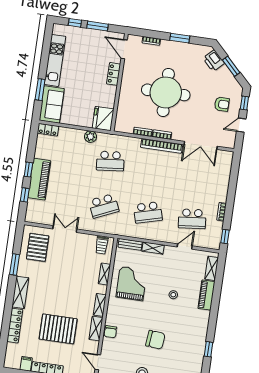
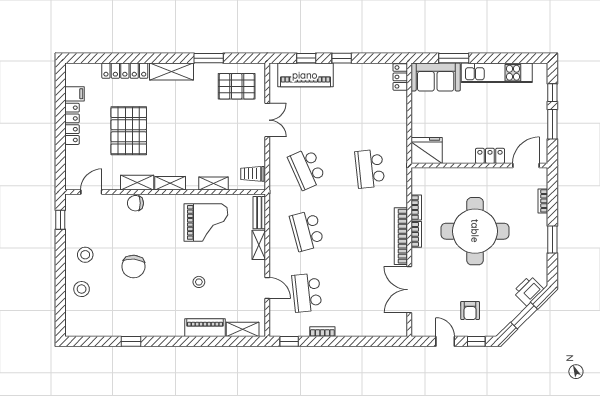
plant: (90, 137) -> (399, 137), removed
piano: (39, 179) -> (305, 75), moved

